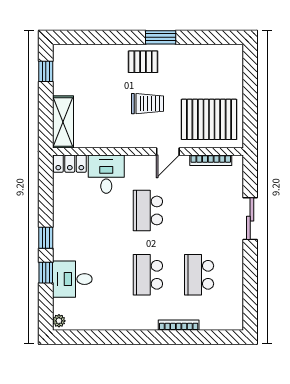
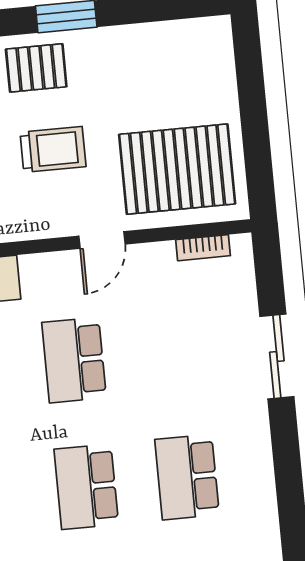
bookcase: (211, 160) -> (203, 248), width x0.64

